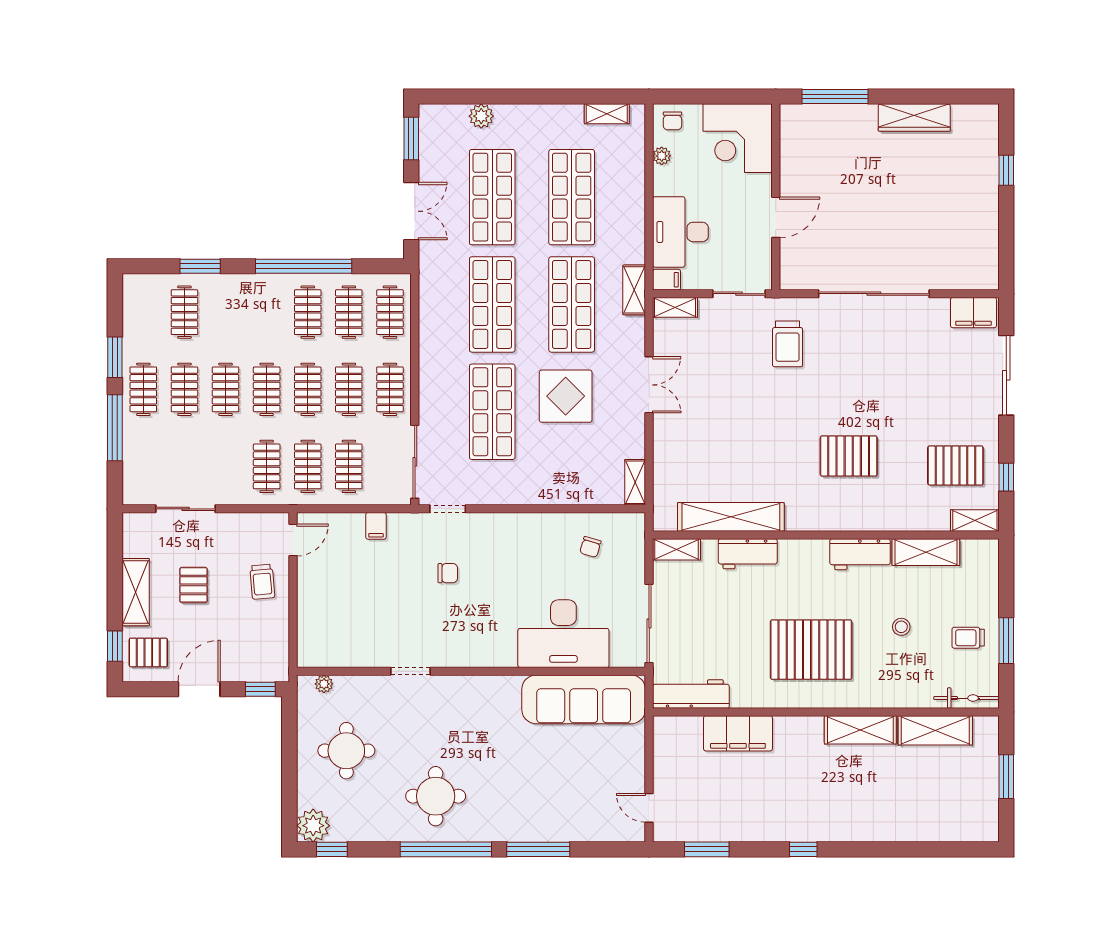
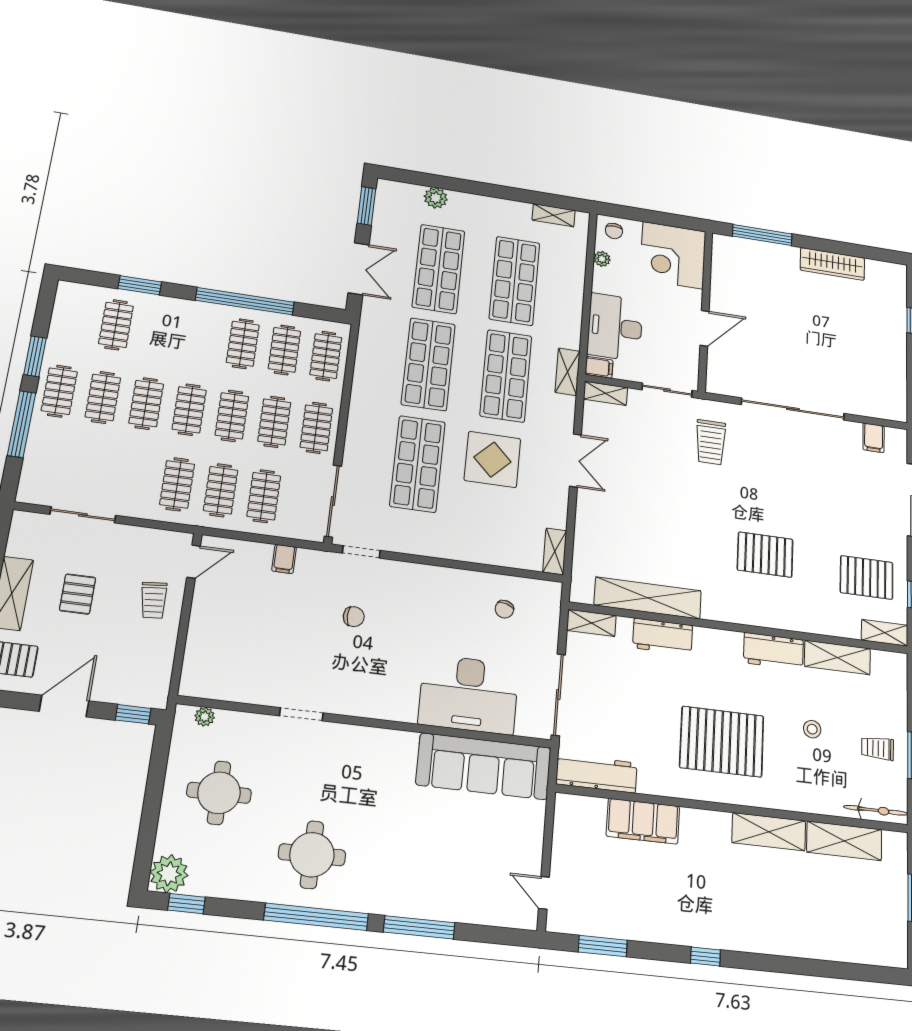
filing cabinet: (973, 313) -> (874, 438), width x0.50

